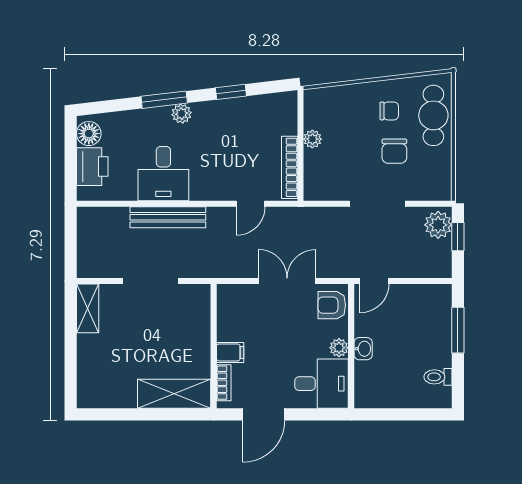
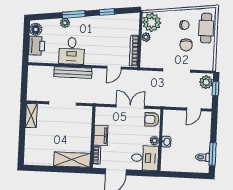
plant: (323, 109) -> (152, 22), added
plant: (182, 114) -> (65, 23), moved
door: (374, 281) -> (194, 109), moved
window: (458, 330) -> (213, 154), moved
filing cabinet: (230, 352) -> (101, 136), width x2.00

